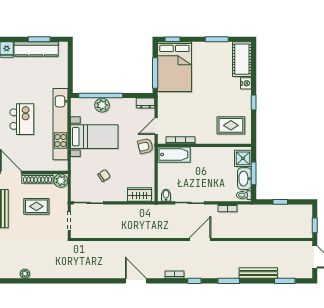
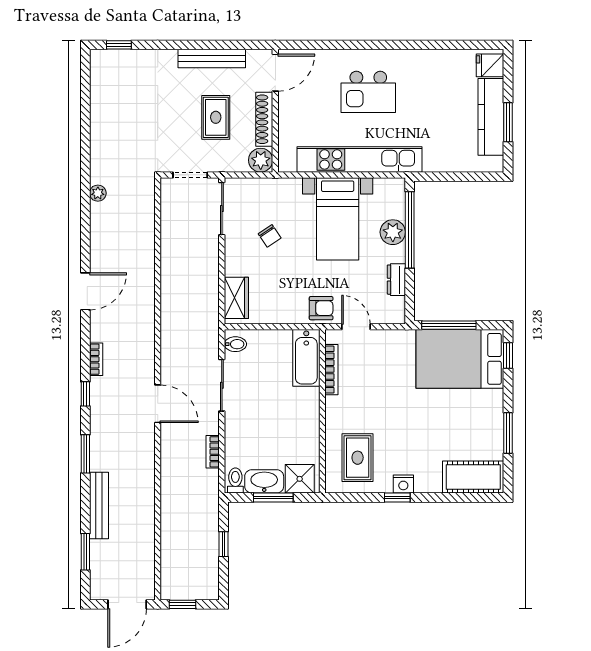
nightstand: (246, 83) -> (403, 484), moved
dresser: (145, 103) -> (396, 280), moved
armchair: (145, 146) -> (321, 308), turned 104
plant: (25, 274) -> (98, 193), moved

